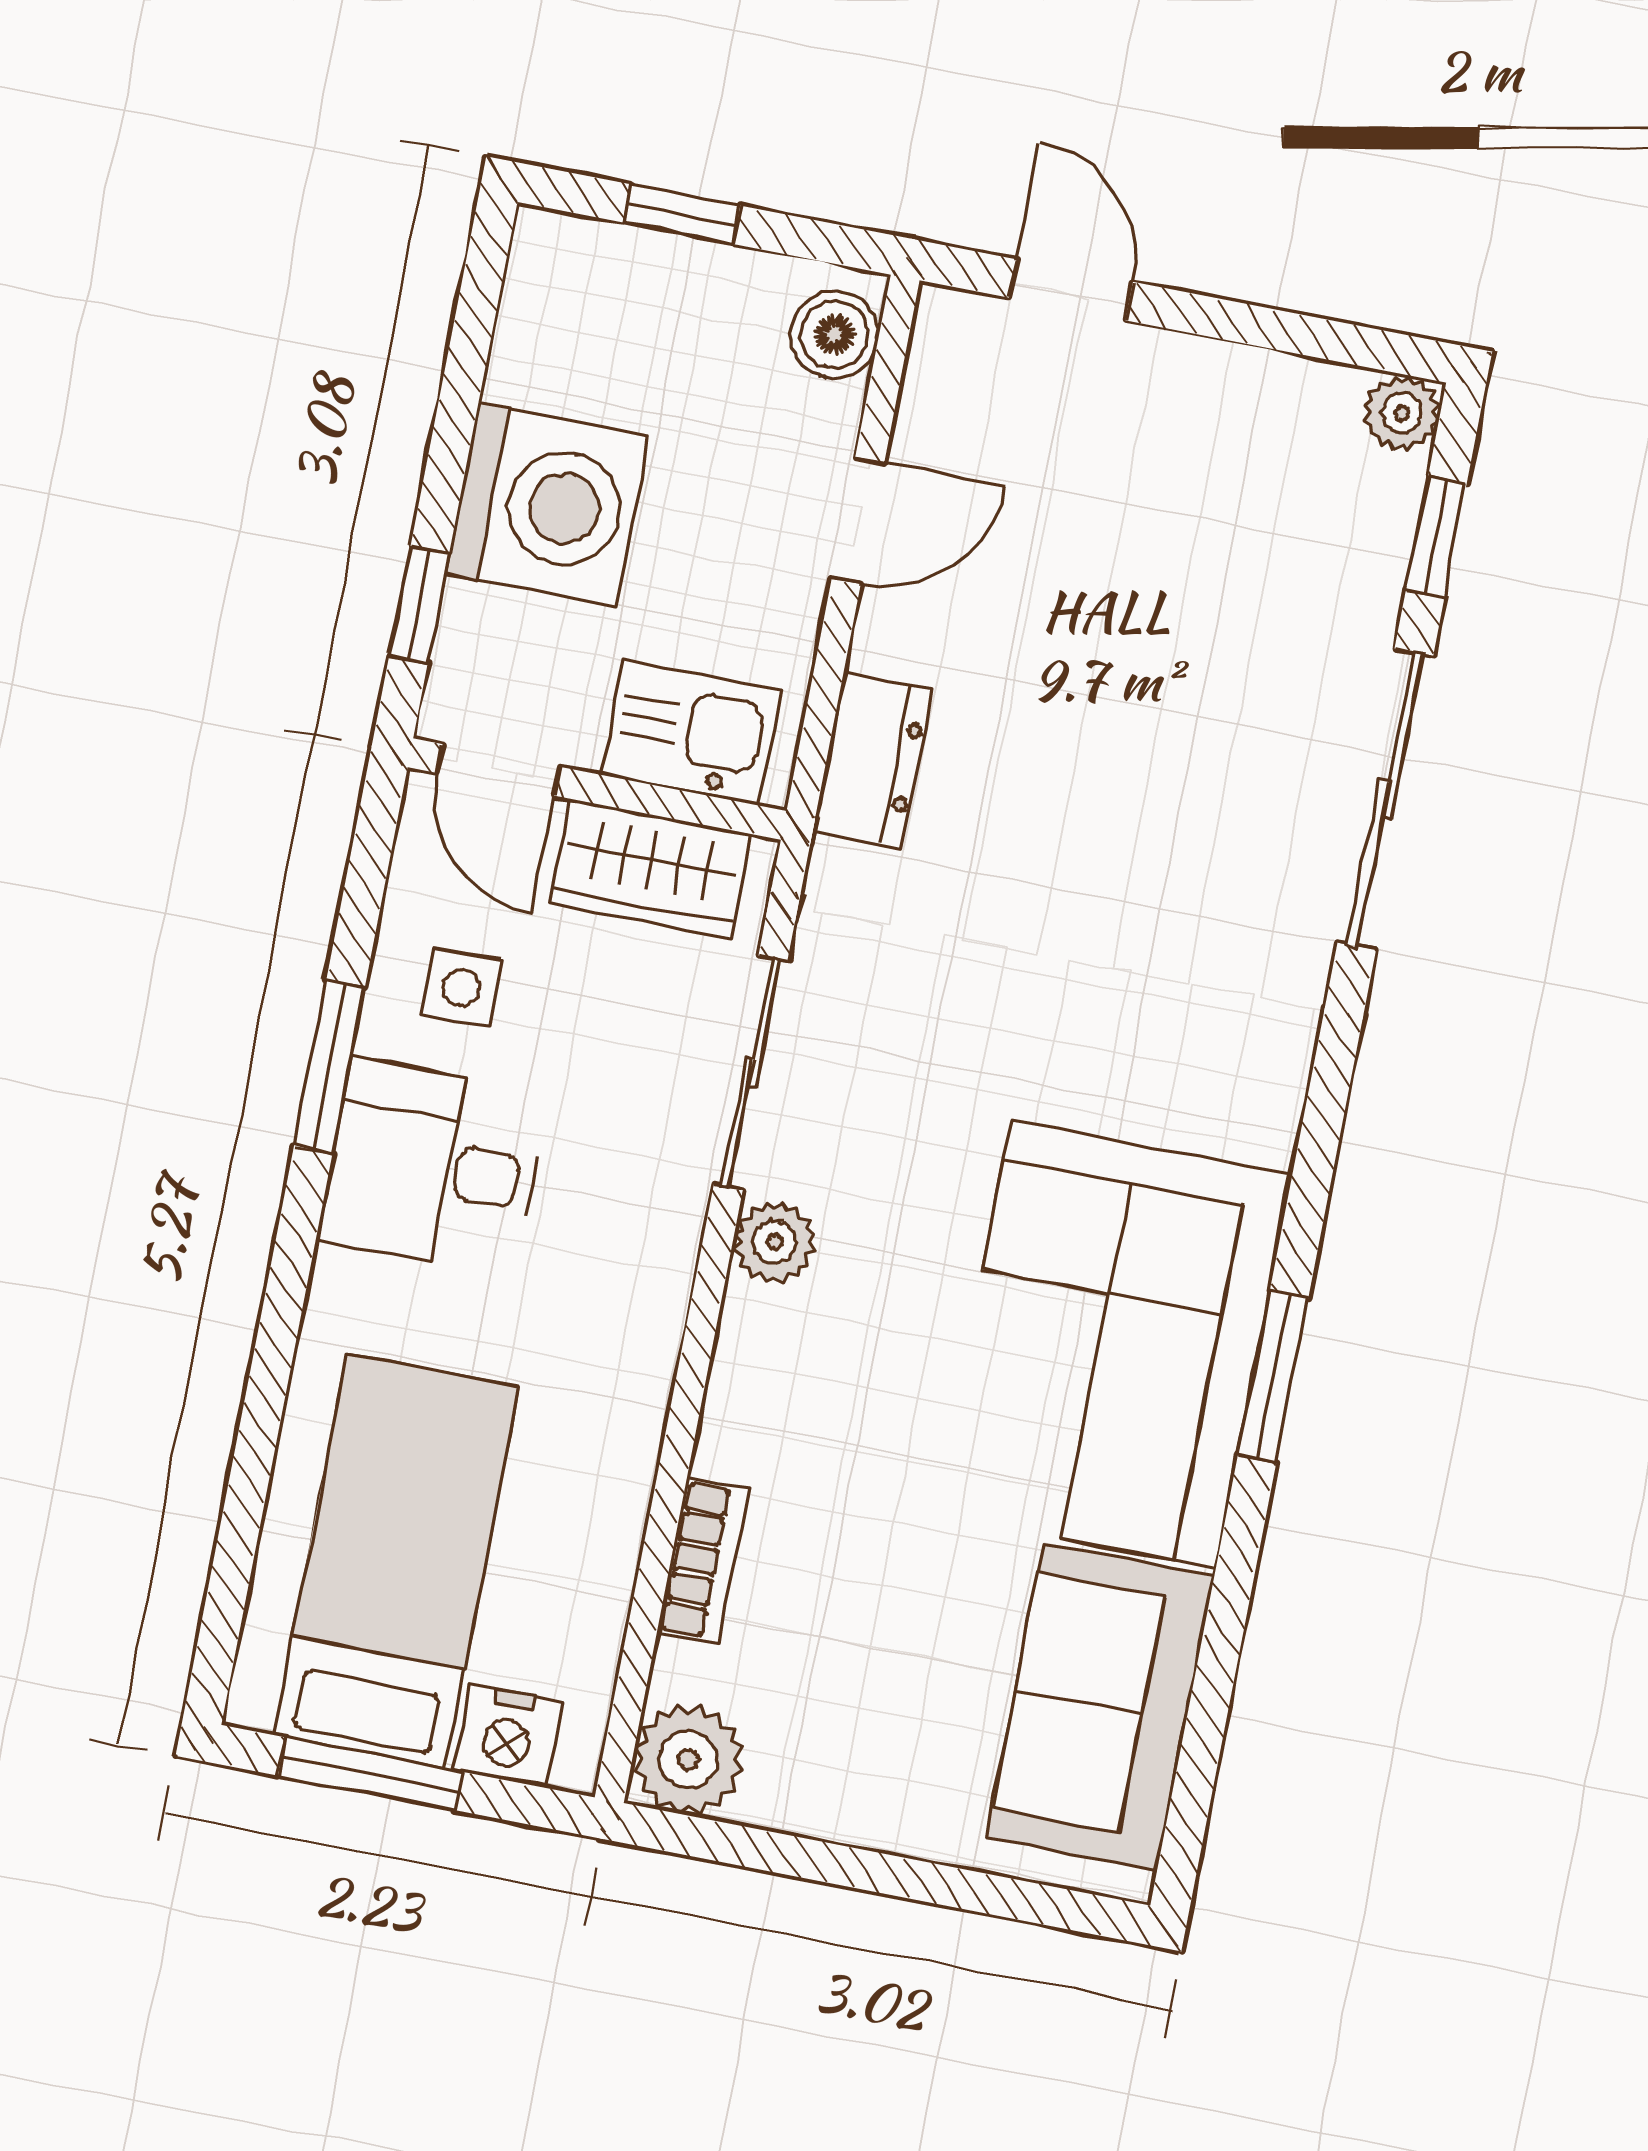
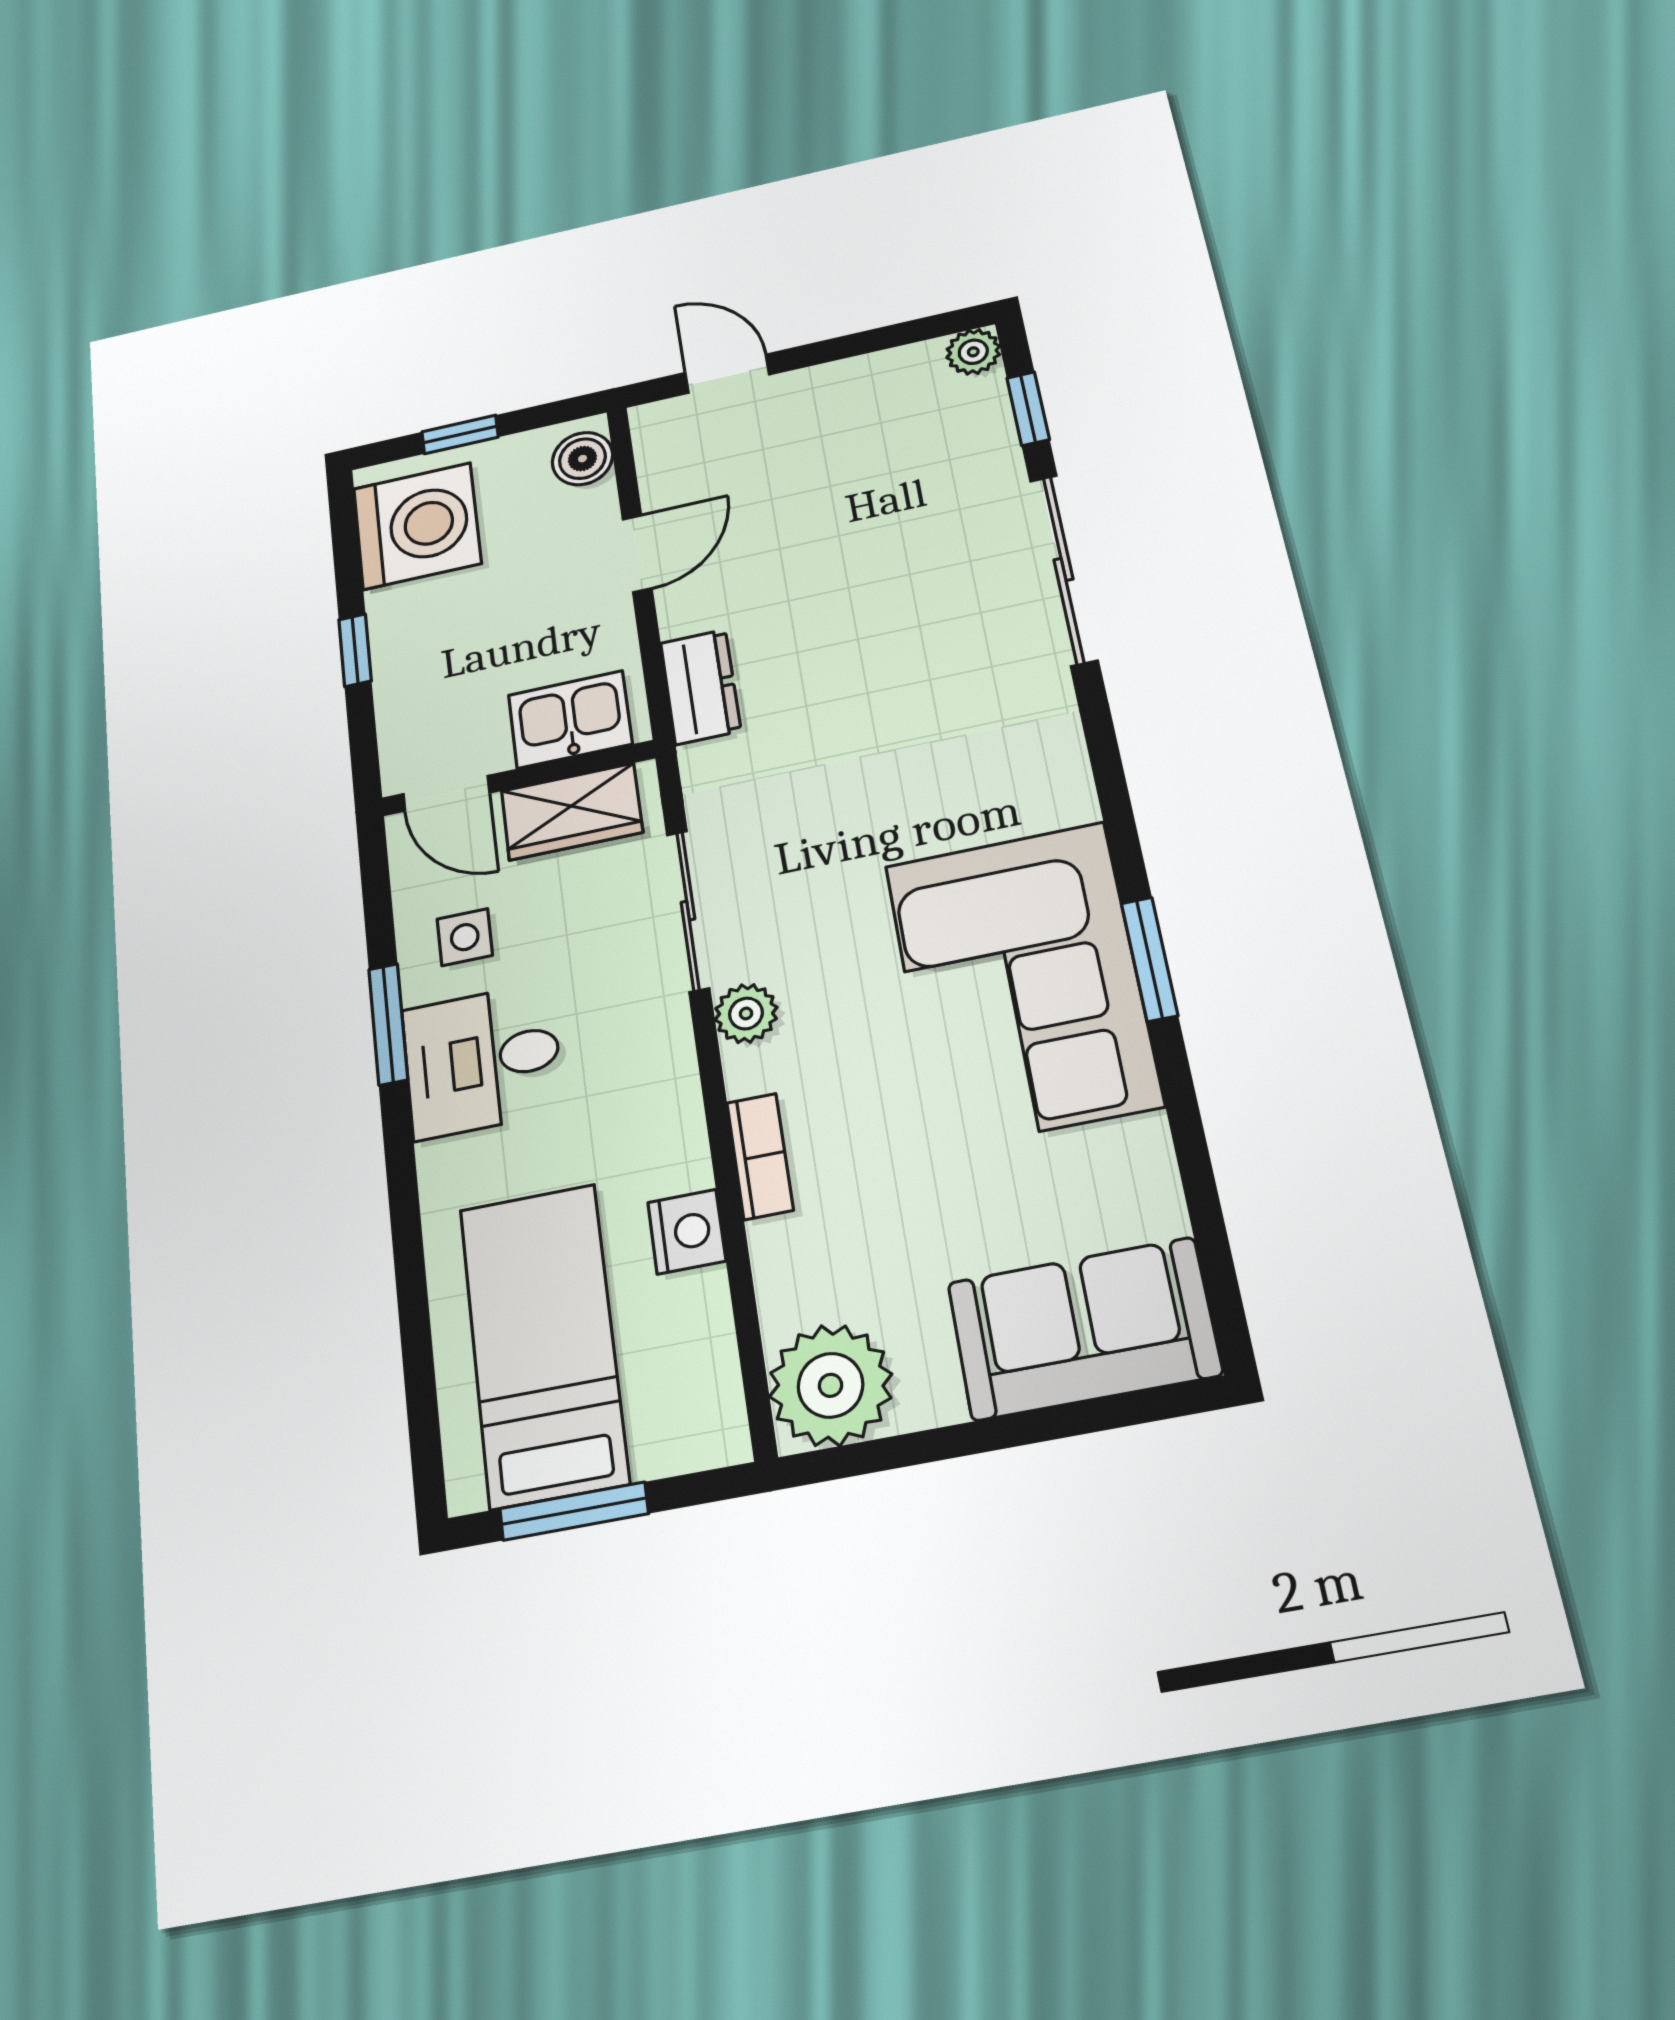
washing machine: (547, 505) -> (417, 526), moved
window: (419, 605) -> (355, 650), moved
bookcase: (703, 1561) -> (760, 1156), moved
sofa: (1101, 1706) -> (1084, 1329), moved, turned 90
nightstand: (508, 1736) -> (687, 1232), moved, turned -90
plant: (688, 1759) -> (831, 1385), width x1.36, depth x1.36

